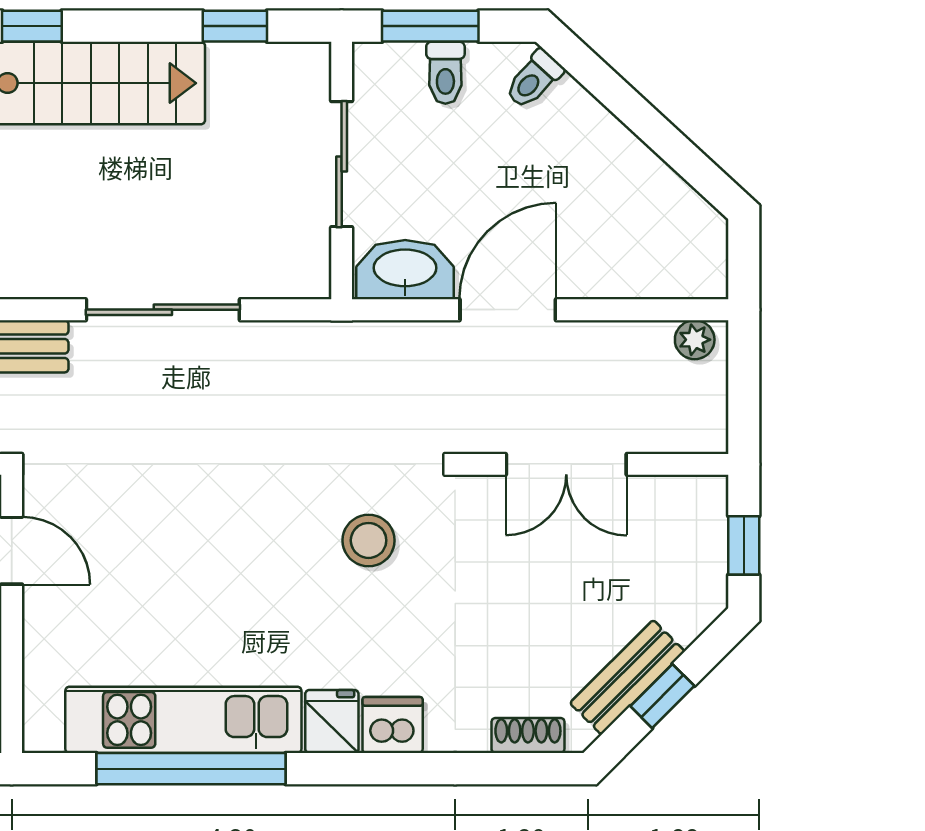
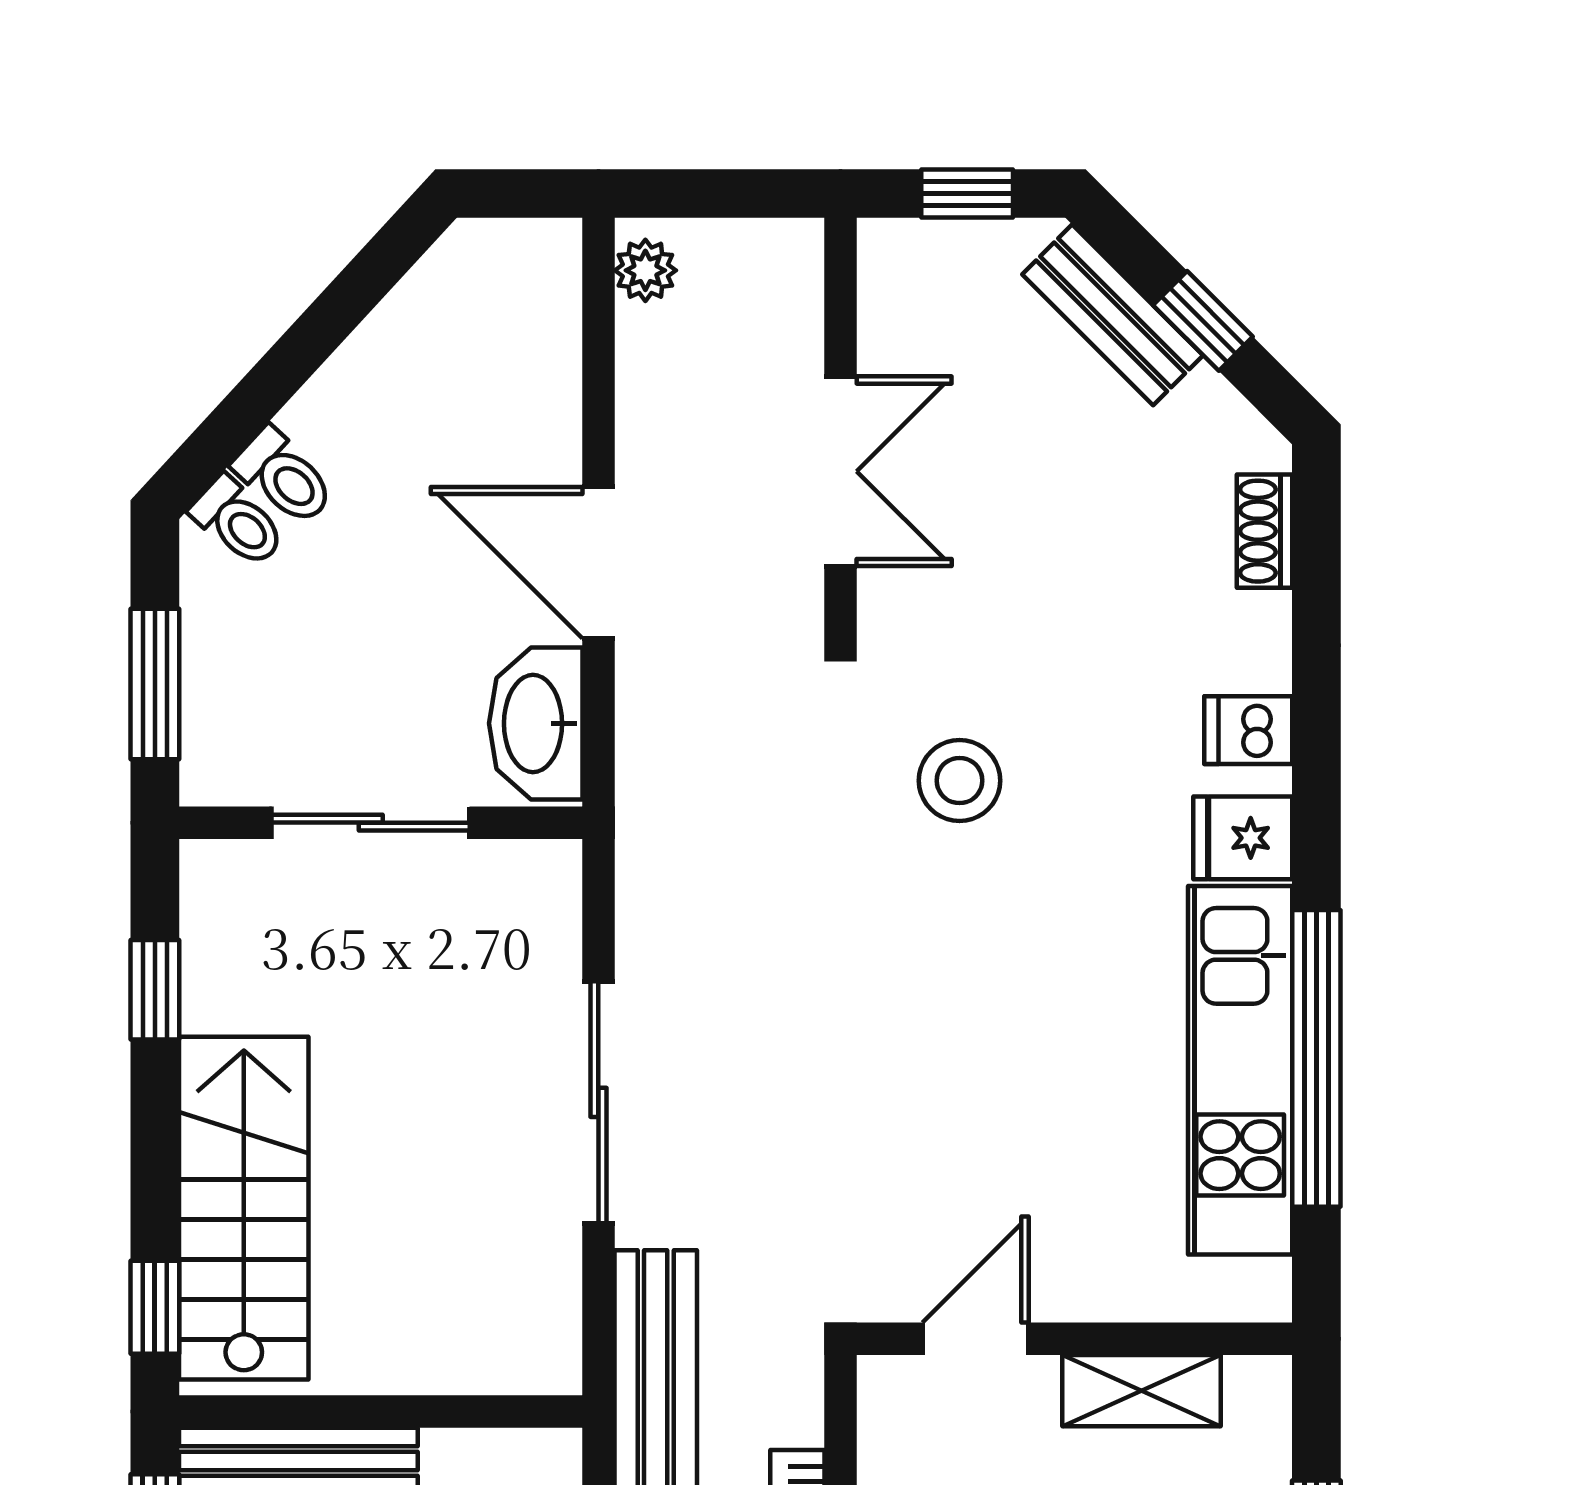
toilet: (445, 73) -> (284, 477), moved, turned 43
bench: (627, 677) -> (1113, 315), moved
dishwasher: (393, 725) -> (1248, 730), width x0.73

